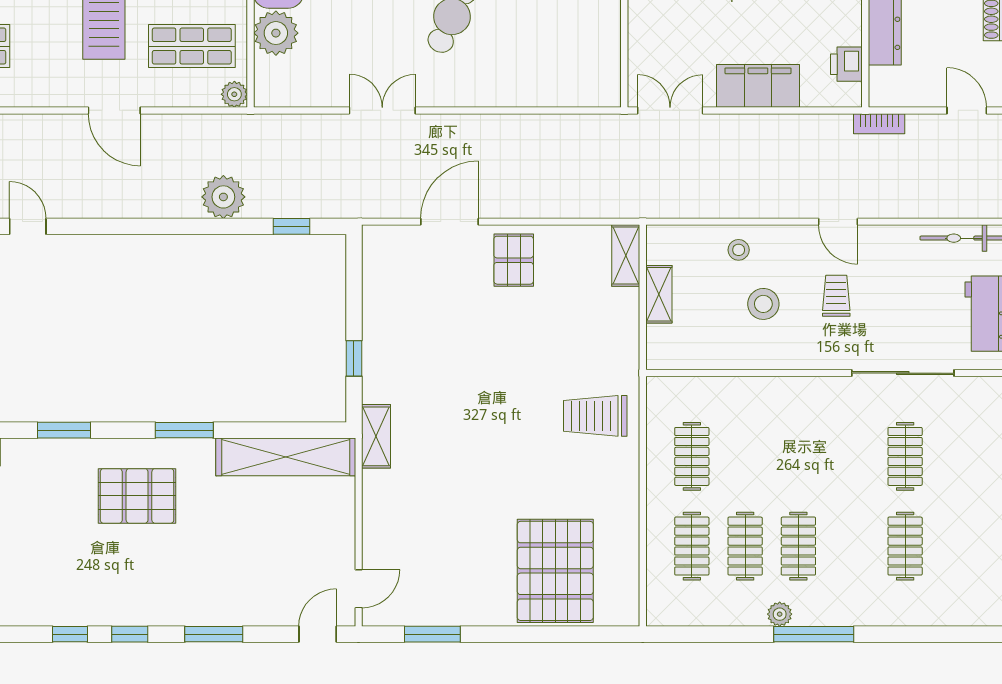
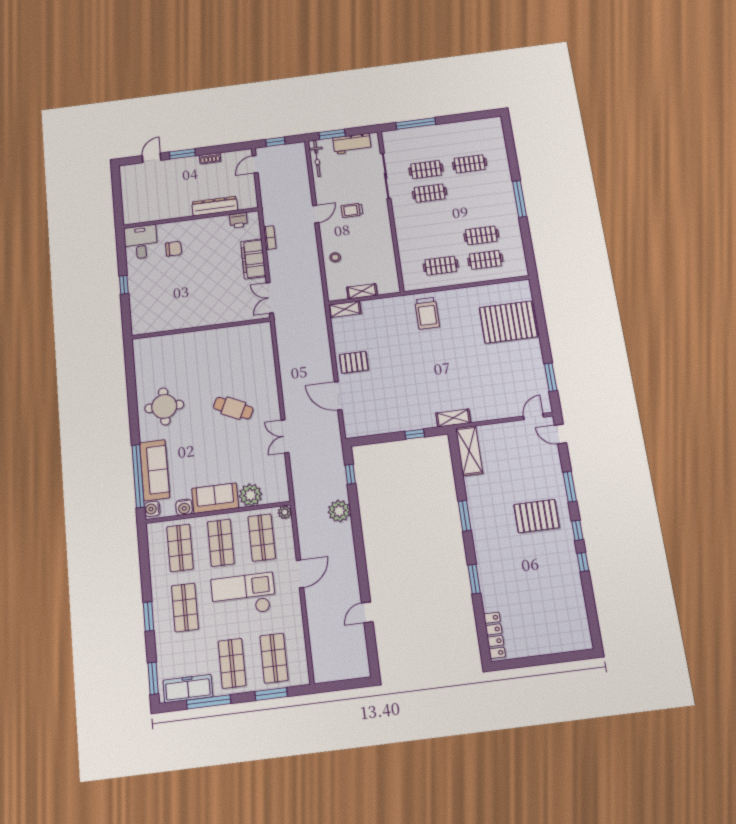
bookcase: (879, 124) -> (270, 238), moved
stool: (763, 304) -> (360, 243), removed
shelving: (286, 457) -> (469, 451), width x0.68
pallet: (137, 496) -> (537, 516), moved, turned 90
clothes rail: (798, 546) -> (430, 193), moved
door: (359, 589) -> (533, 417), hinge flipped
plant: (780, 614) -> (512, 215), removed

